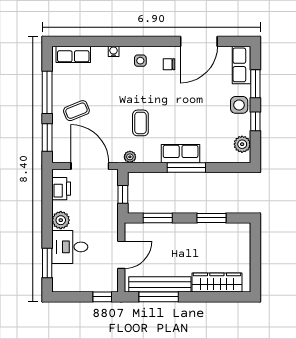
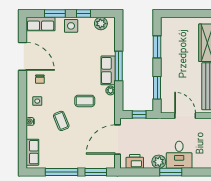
coffee table: (76, 111) -> (61, 121), moved
plant: (130, 157) -> (111, 90), moved
window: (47, 263) -> (171, 172), moved

